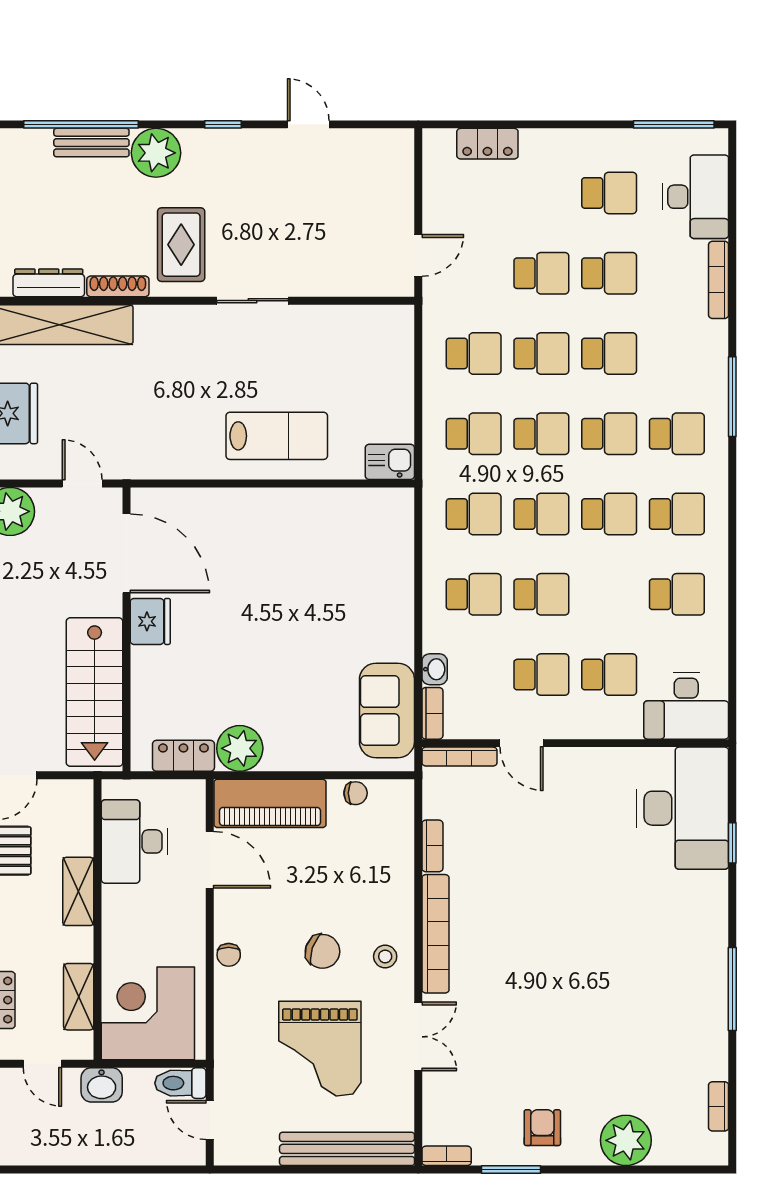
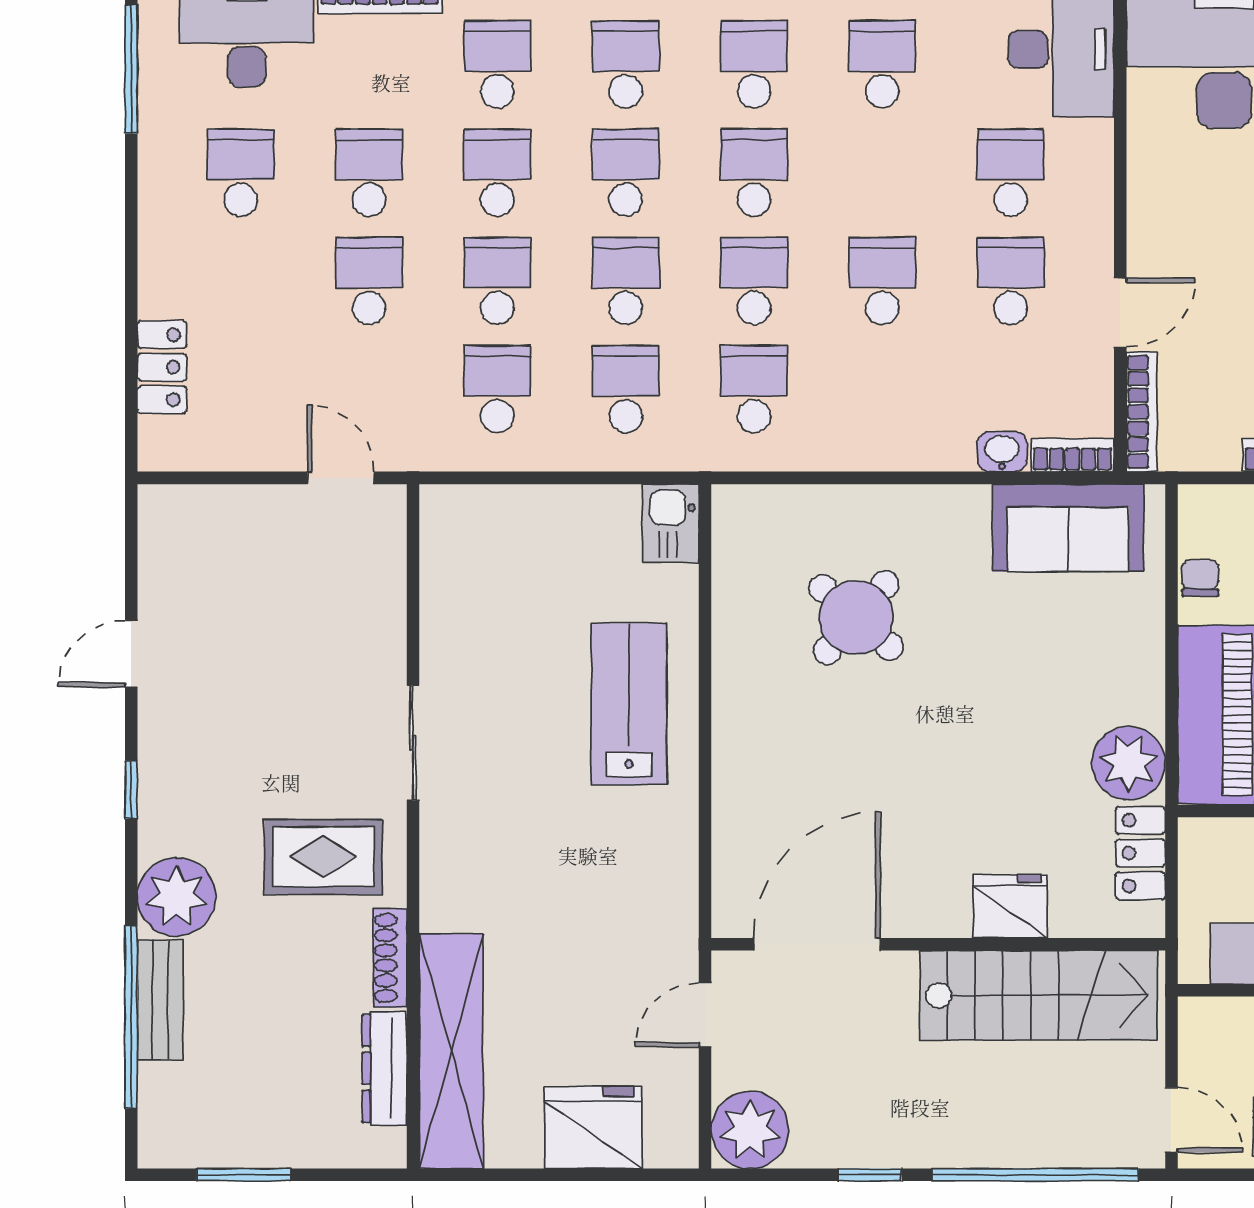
round table: (331, 578) -> (856, 618), added
school desk: (474, 594) -> (497, 64), moved
fridge: (150, 621) -> (1010, 906), moved

